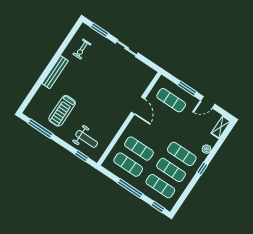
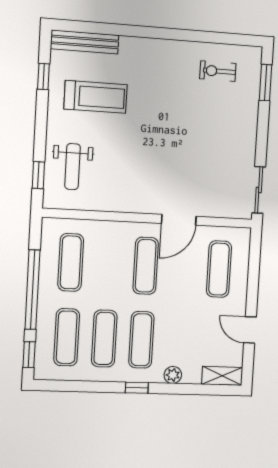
sliding door: (127, 48) -> (259, 190), moved
bench: (55, 72) -> (85, 42), moved
window: (187, 88) -> (253, 283), removed
treadmill: (62, 111) -> (96, 97), turned 180
window: (40, 128) -> (43, 77), width x0.46
exercise mat: (139, 149) -> (146, 266), moved
window: (130, 188) -> (32, 290), width x1.46

